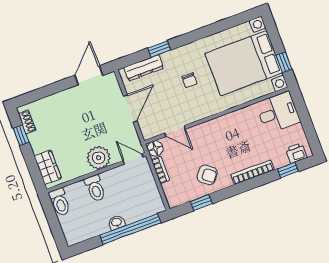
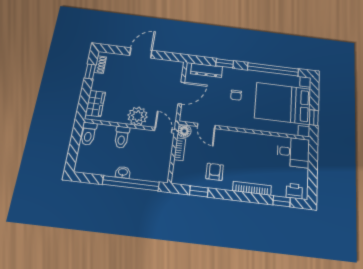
window: (215, 28) -> (273, 69), added
door: (89, 75) -> (141, 53), moved
armchair: (207, 175) -> (215, 172), turned -128

